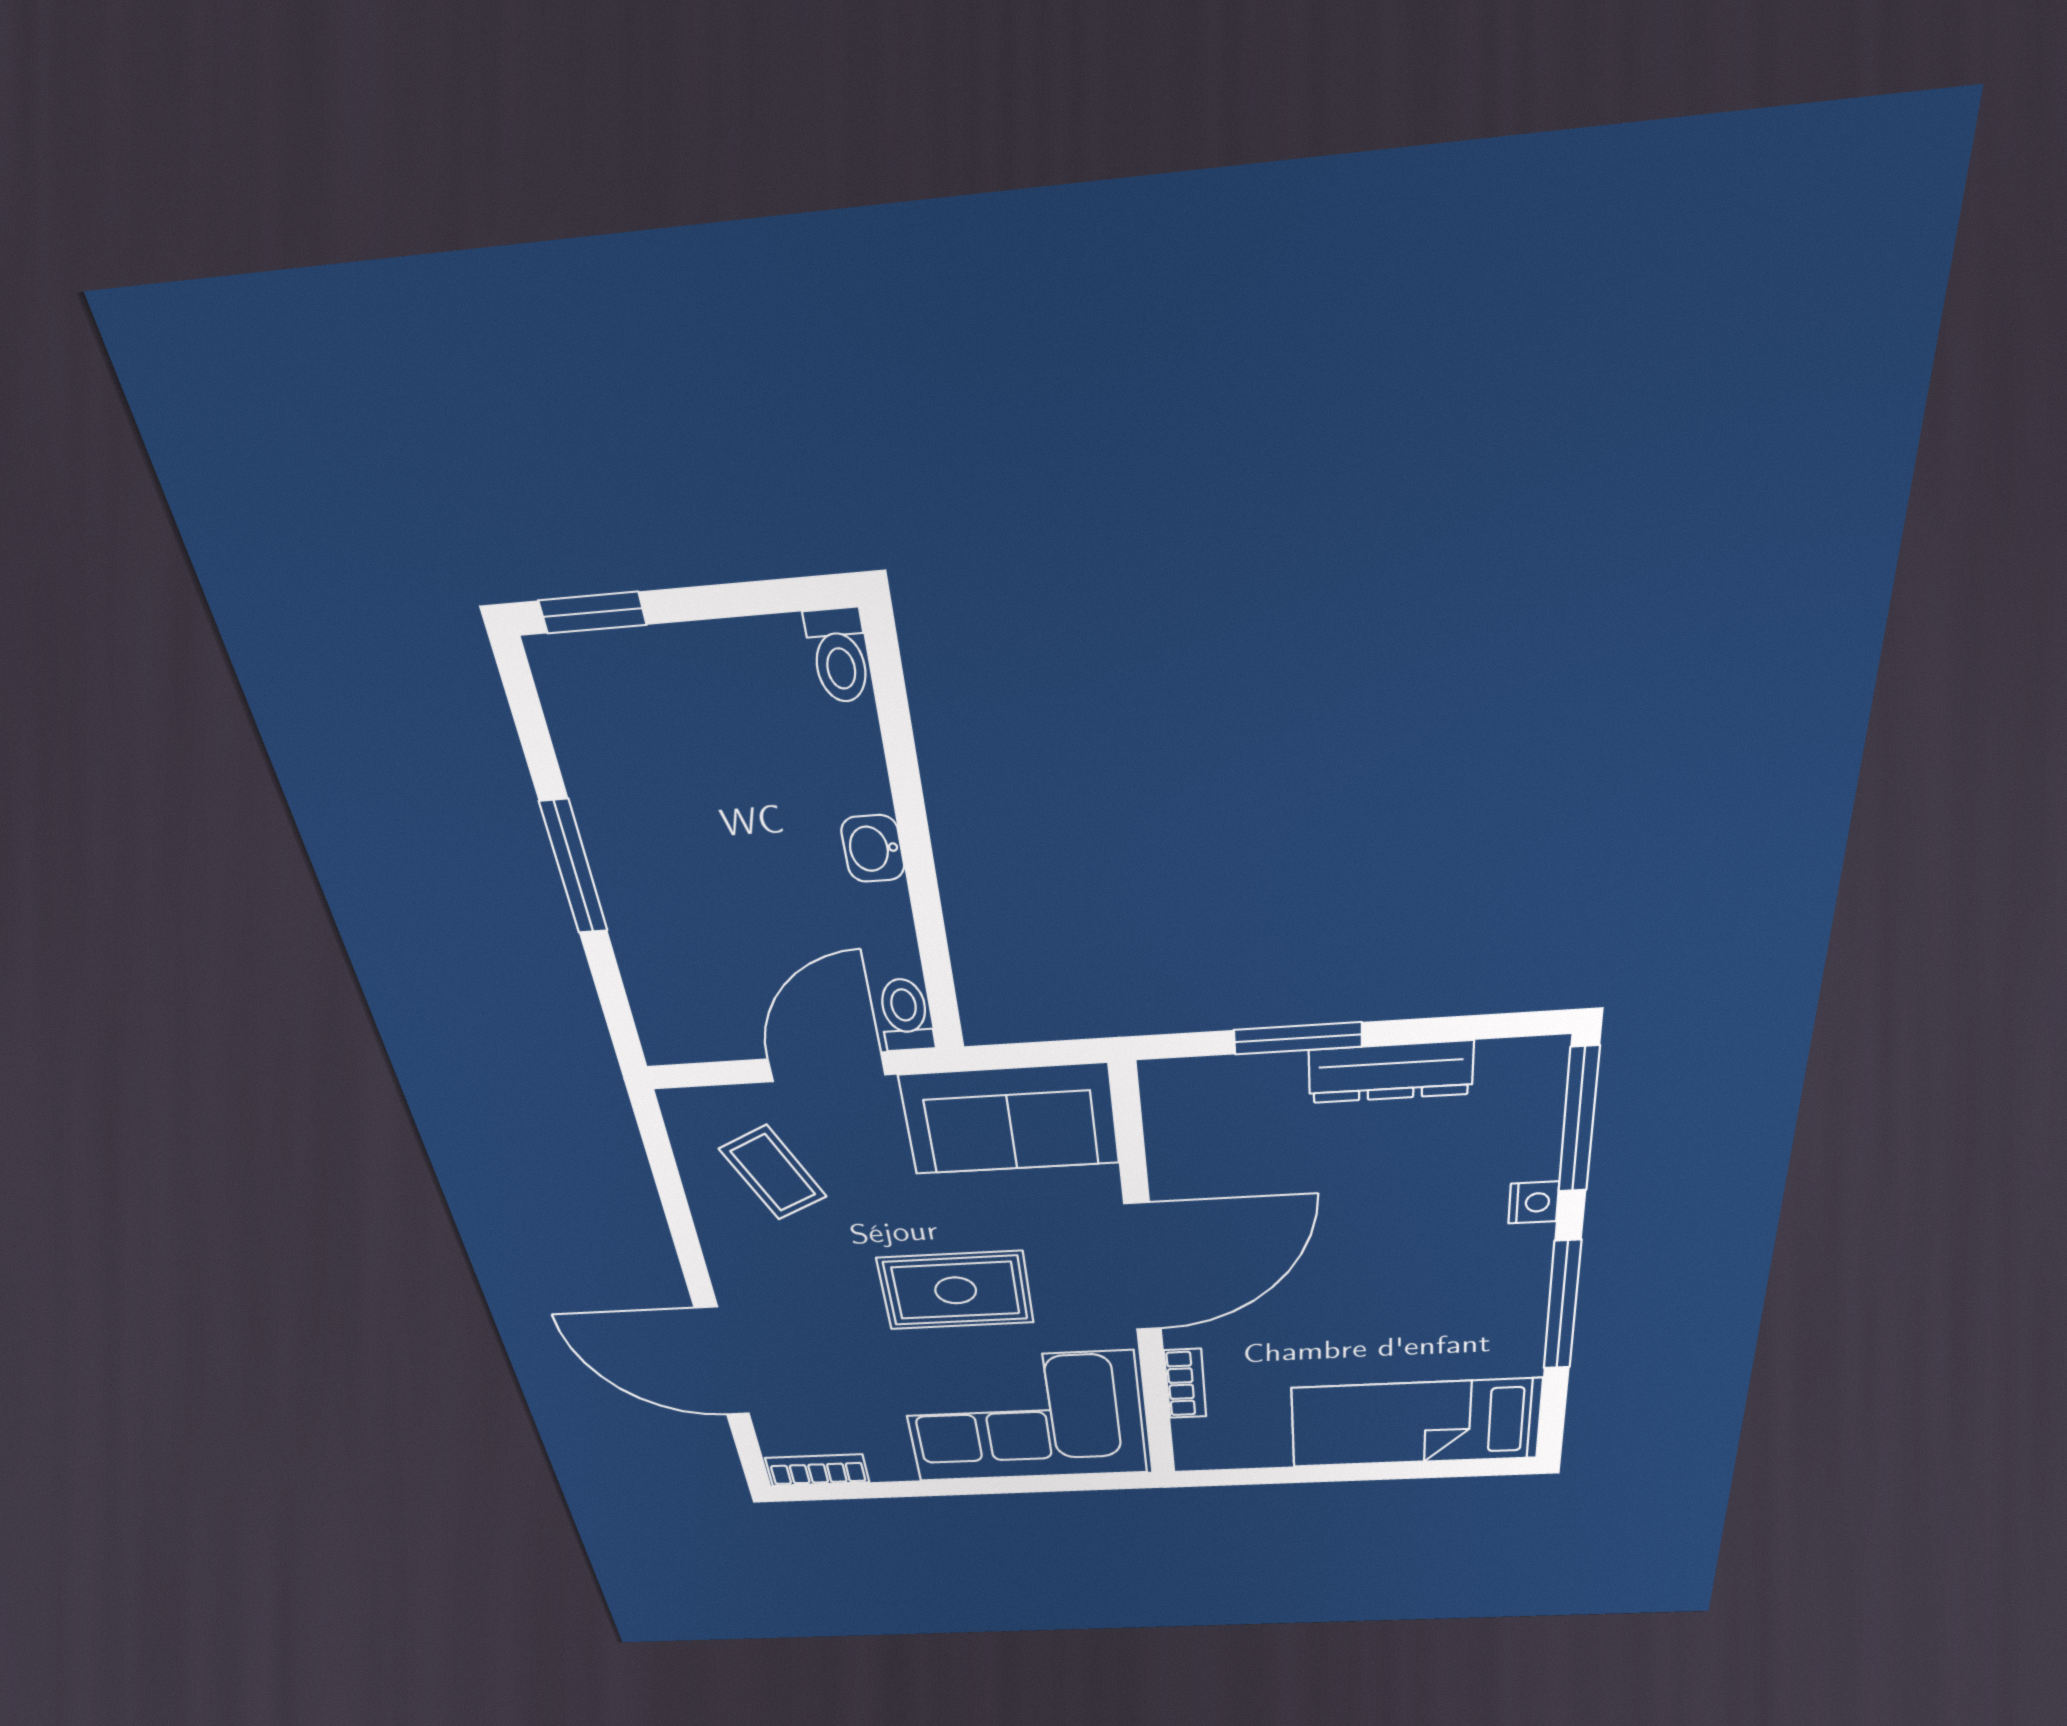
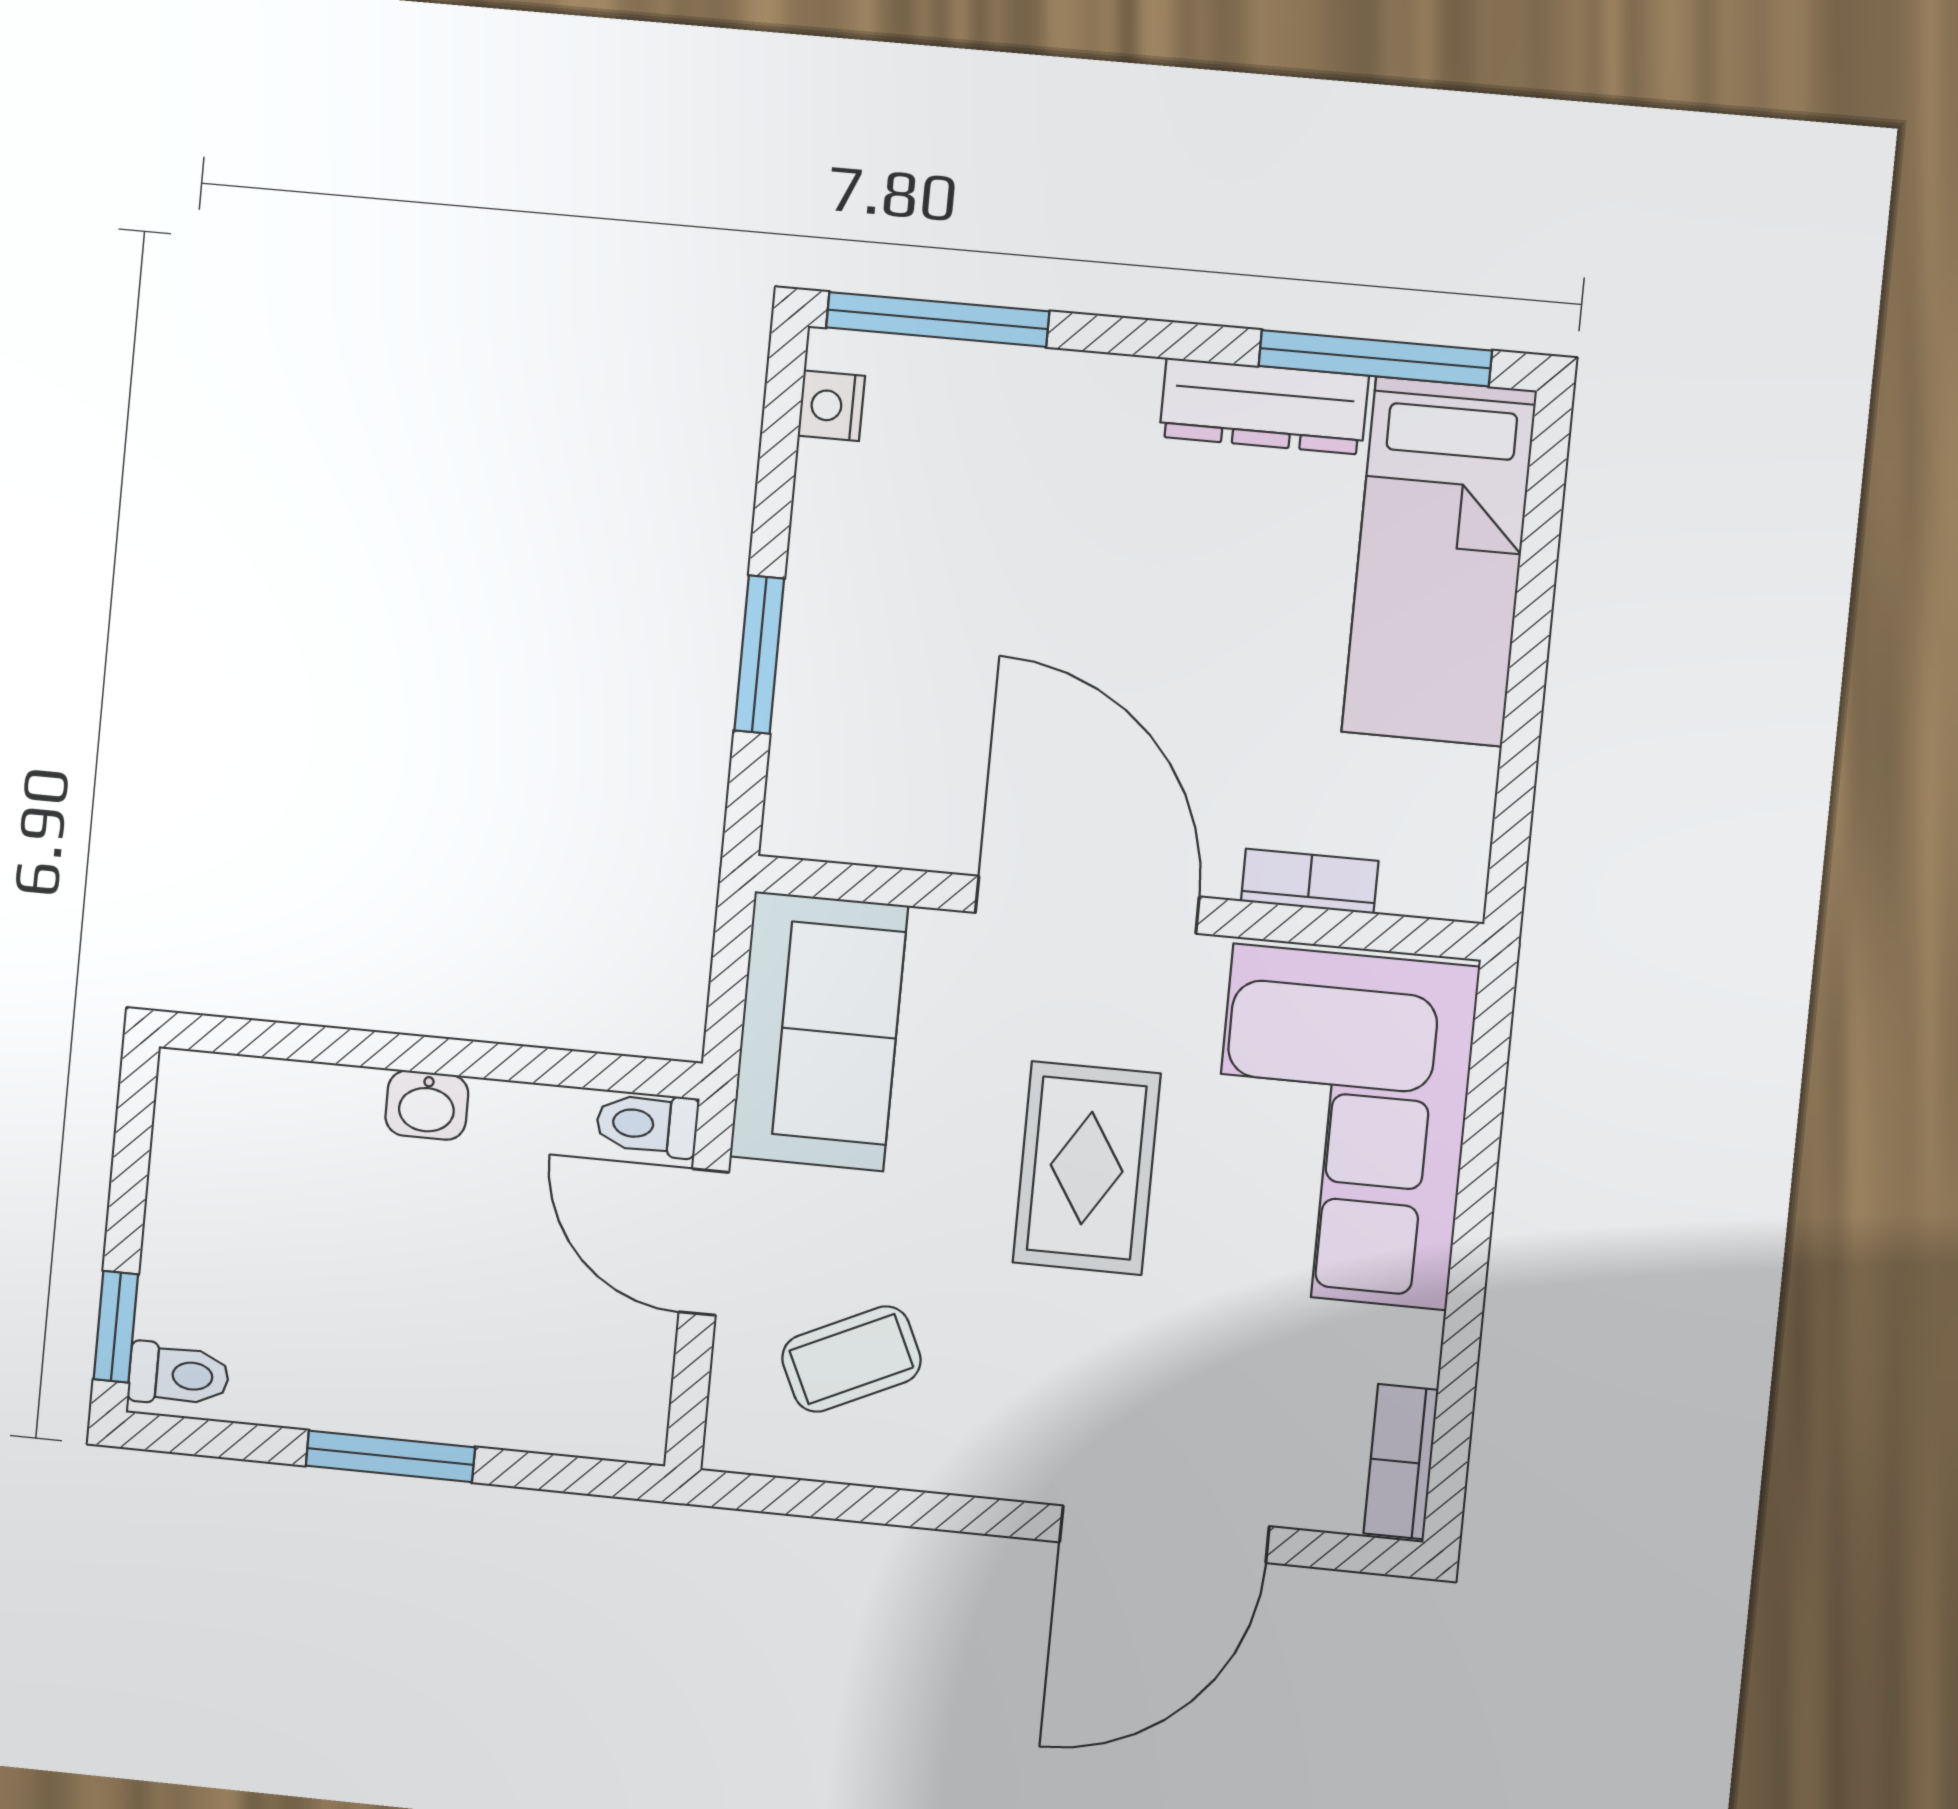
toilet: (839, 656) -> (179, 1375), moved
dresser: (1391, 1072) -> (1264, 406), moved, turned 90
nightstand: (1534, 1203) -> (831, 406), moved, turned -90
window: (1562, 1305) -> (1375, 358), moved

